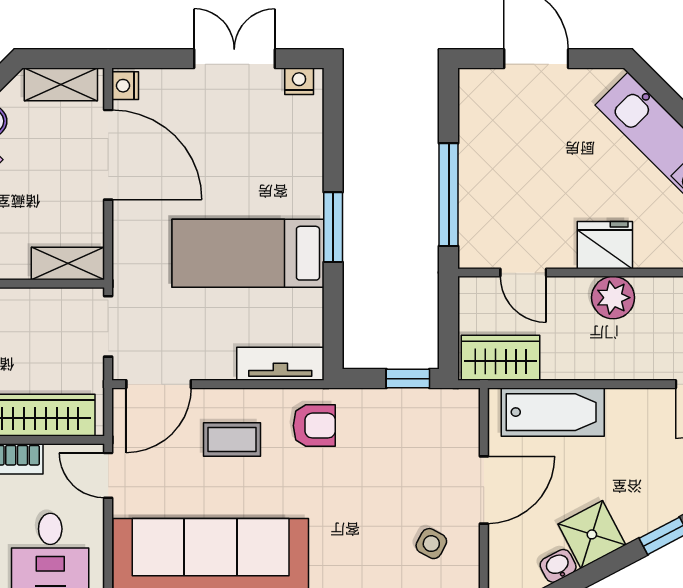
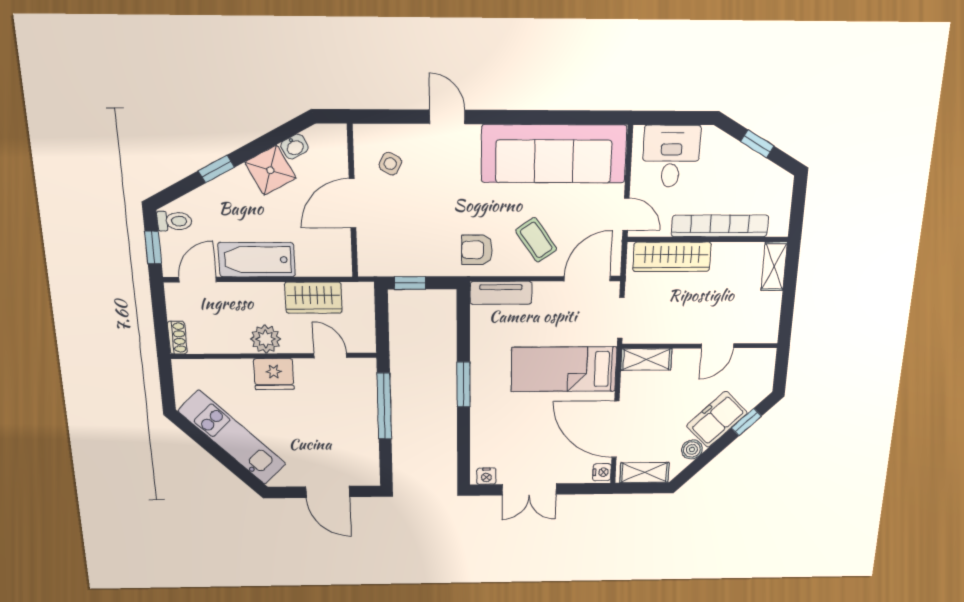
bed: (248, 253) -> (564, 369), moved, turned 180
wardrobe: (501, 358) -> (313, 298), moved
bathtub: (553, 412) -> (257, 260), moved
coffee table: (232, 439) -> (536, 240), turned 55

